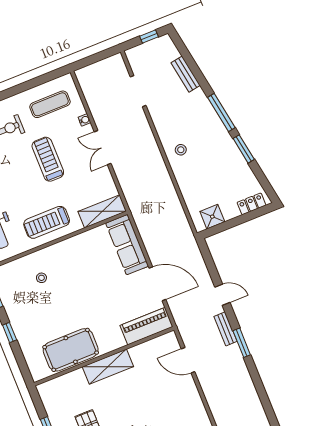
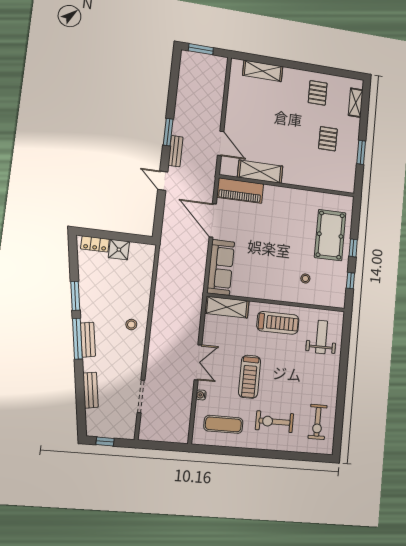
bench: (212, 116) -> (88, 340), added
shower: (212, 217) -> (119, 250), moved
pool table: (71, 350) -> (330, 235), moved, turned 90
shelving: (108, 367) -> (260, 172), moved

